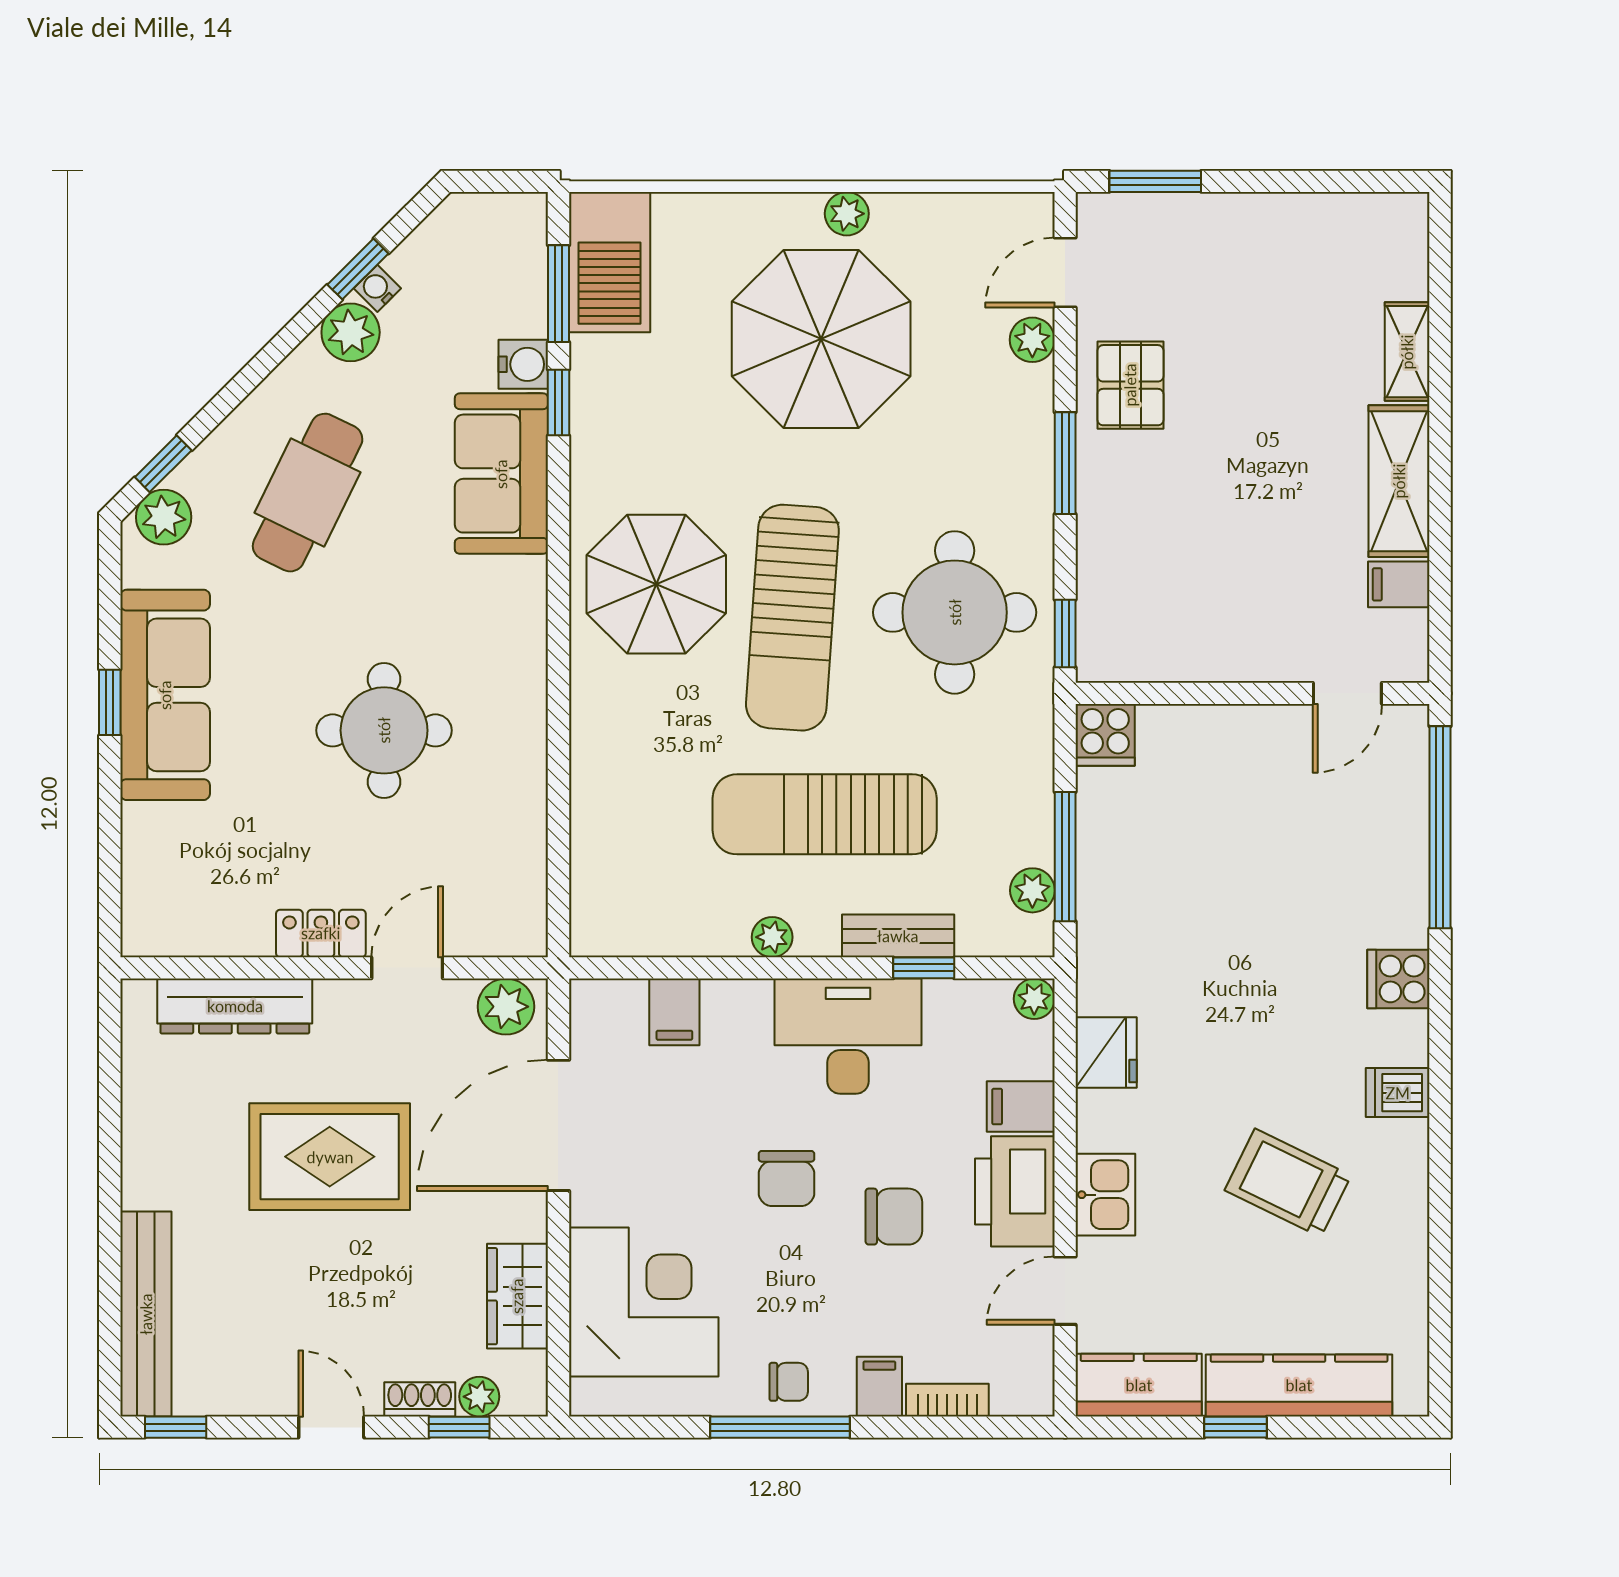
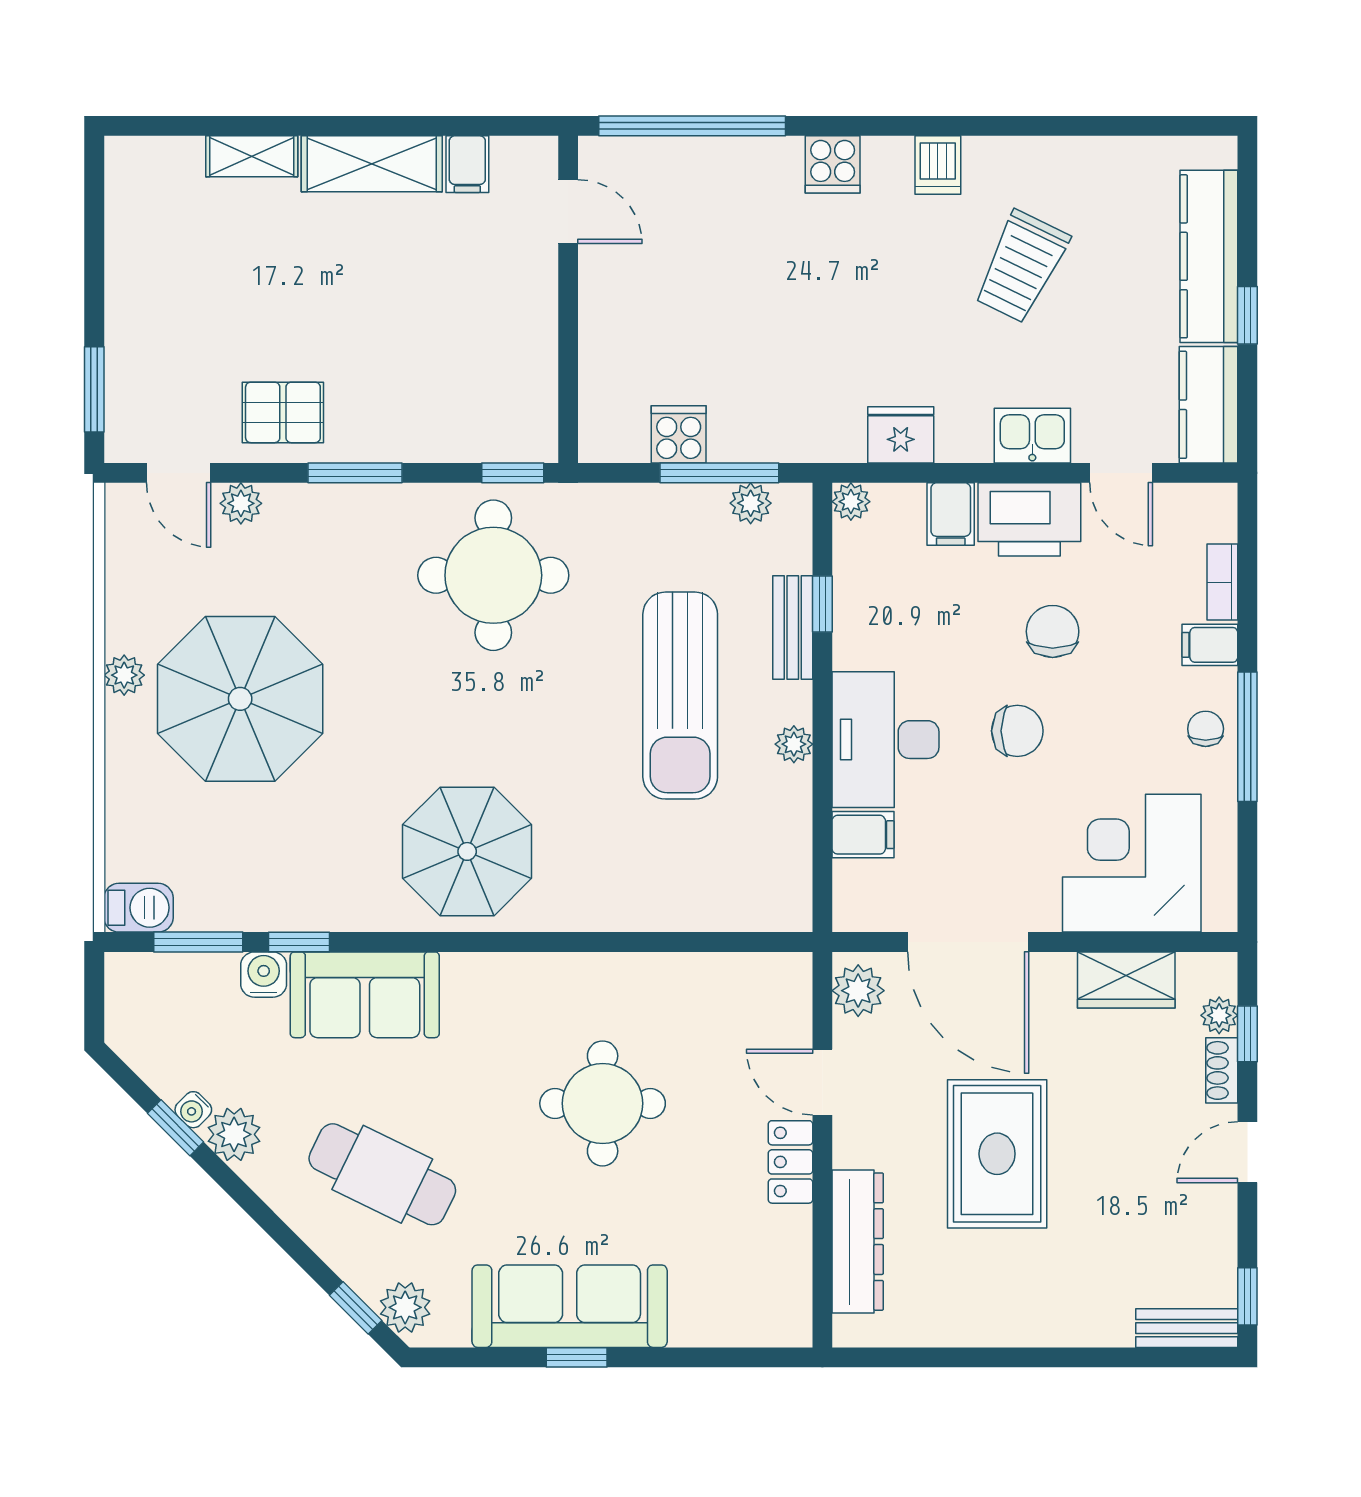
barbecue: (610, 262) -> (139, 908), width x0.53, depth x0.65
sun lounger: (792, 618) -> (498, 725), removed
cooker: (1105, 735) -> (679, 434), moved, turned -90
desk: (848, 1036) -> (885, 740), moved
bench: (146, 1314) -> (1187, 1328), width x0.54, depth x0.82

